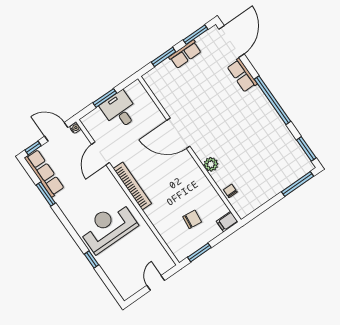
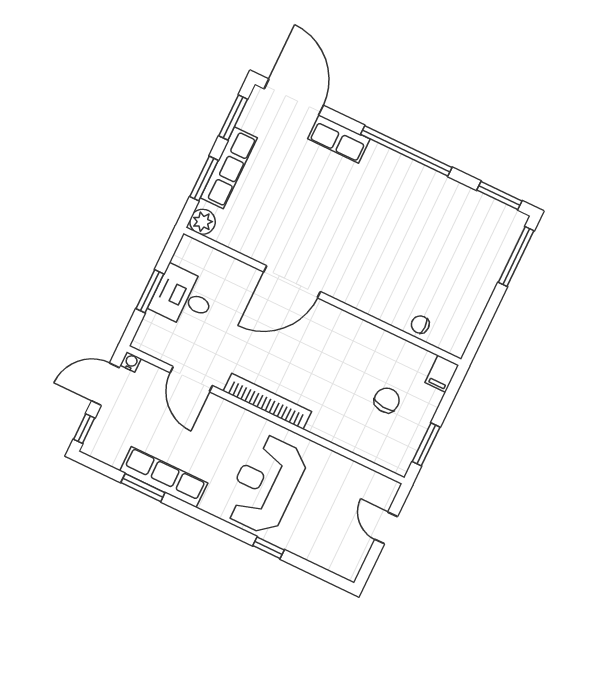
row of seats: (185, 54) -> (229, 168), width x1.48
plant: (211, 164) -> (203, 222), moved
row of seats: (44, 173) -> (164, 477), moved

